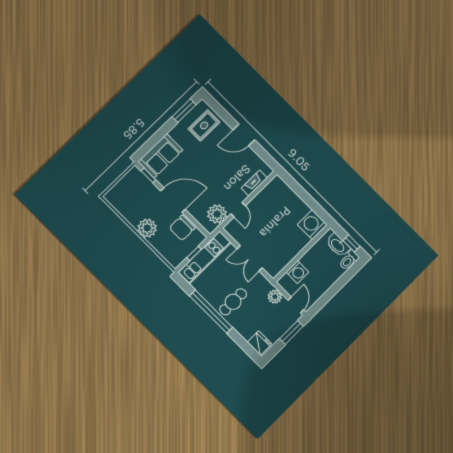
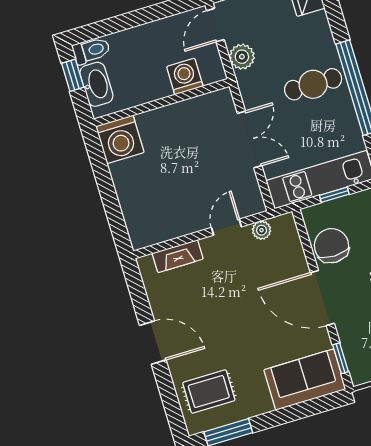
plant: (217, 214) -> (262, 230), width x0.53, depth x0.53
chair: (182, 228) -> (331, 246), turned -90

